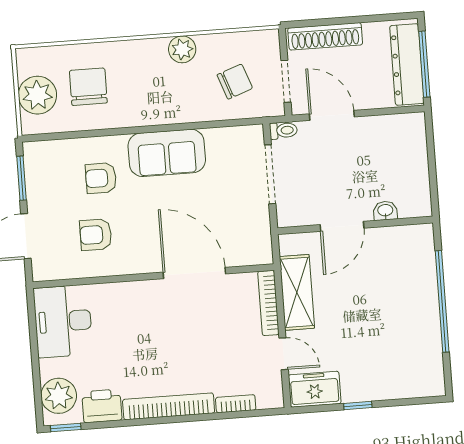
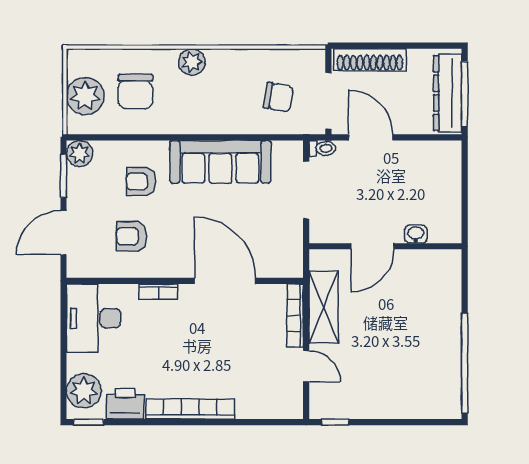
plant: (182, 49) -> (192, 62), moved
doorway: (286, 81) -> (328, 101), width x1.38
chair: (235, 82) -> (279, 97), turned 30
chair: (88, 87) -> (135, 91), turned 180
sofa: (167, 153) -> (220, 162), width x1.36
plant: (36, 154) -> (80, 153), added
window: (442, 301) -> (465, 363), moved
freezer: (315, 389) -> (334, 403), removed
bookcase: (236, 404) -> (158, 292), moved, turned 180
window: (358, 405) -> (335, 422), moved

